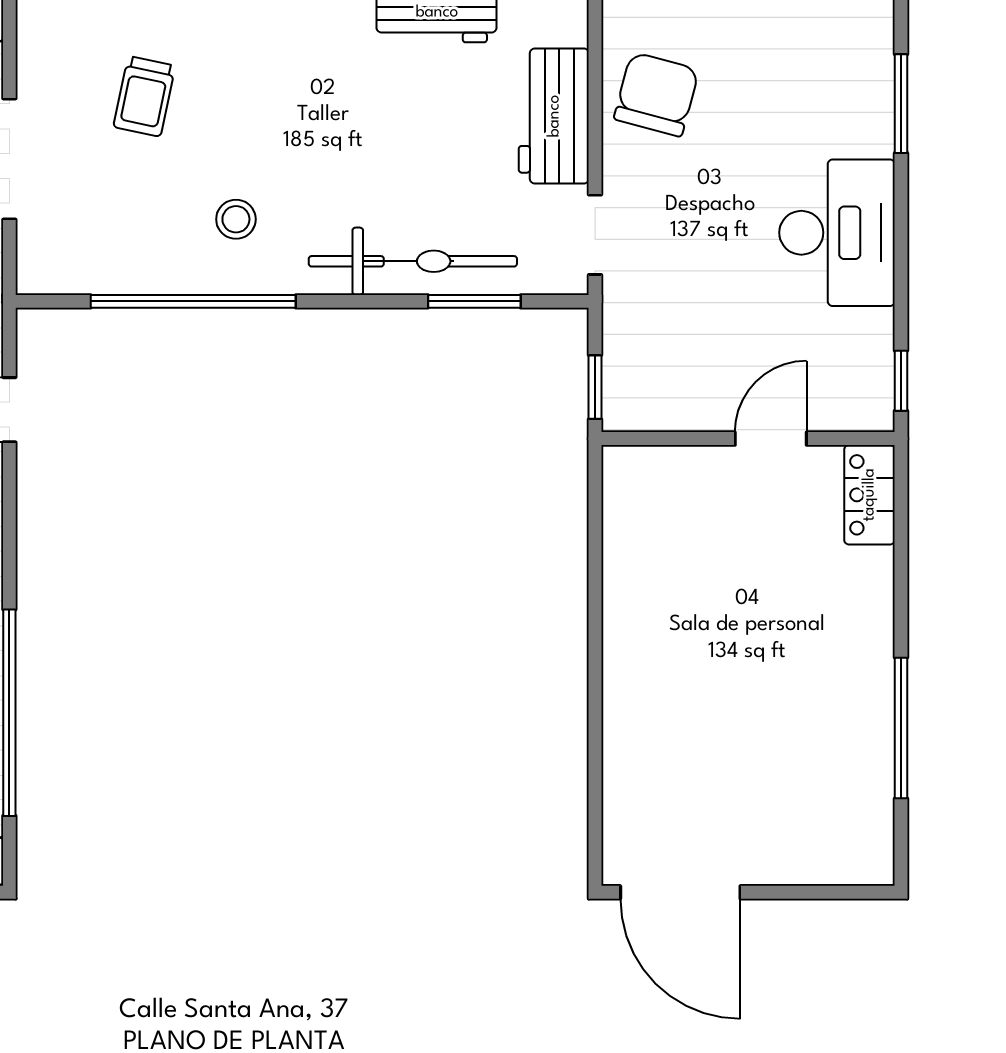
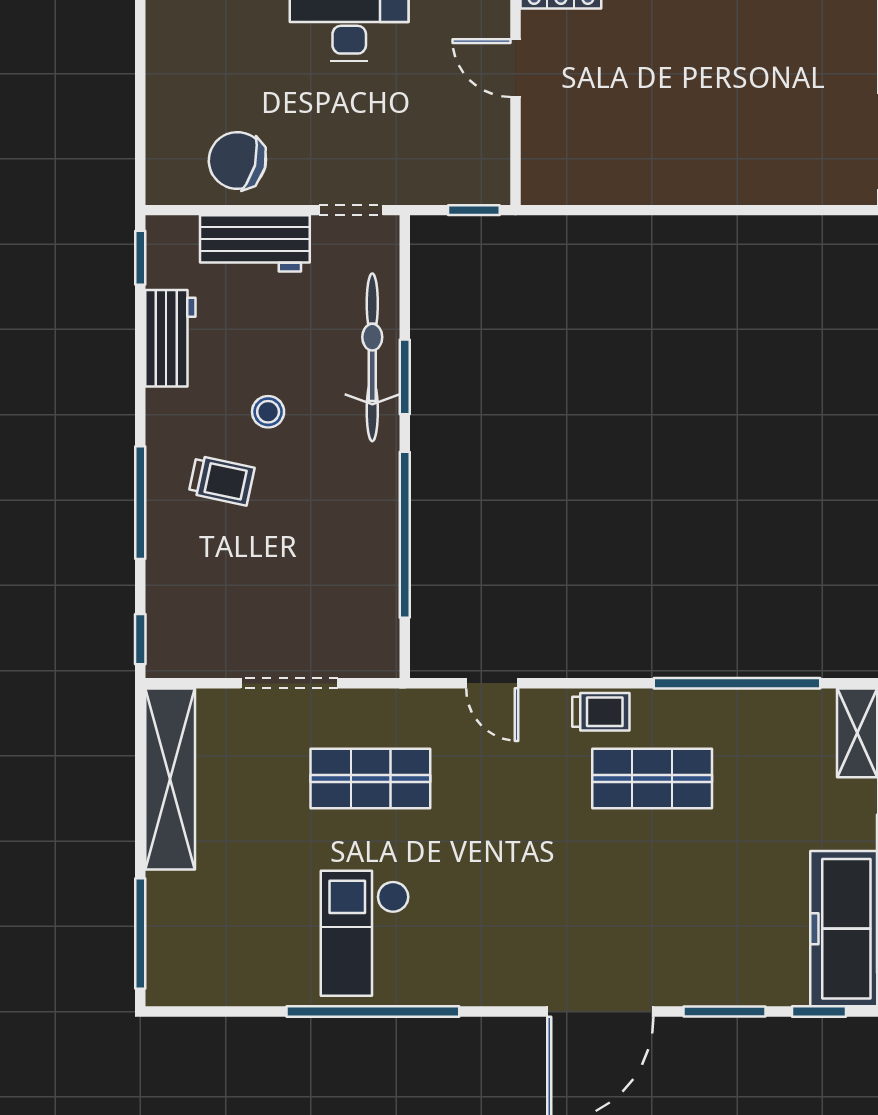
trolley: (144, 96) -> (222, 481), moved
stool: (236, 219) -> (268, 412), moved
window: (474, 301) -> (405, 377), moved

